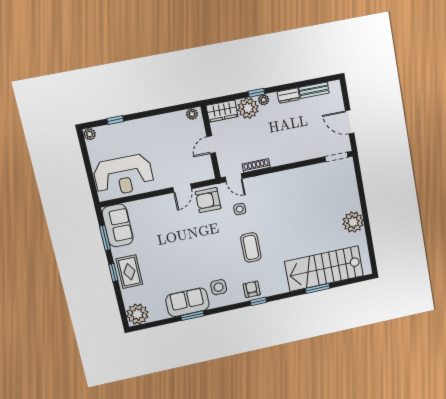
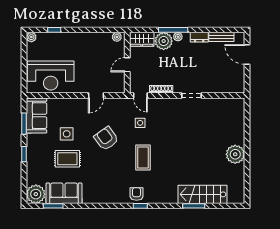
window: (256, 93) -> (173, 30), width x2.17
door: (350, 122) -> (247, 54), moved
doorway: (336, 157) -> (191, 96), moved
armchair: (208, 200) -> (106, 139), moved, turned 54
stairs: (324, 269) -> (203, 194), width x0.73, depth x0.66
rug: (129, 272) -> (67, 159), moved, turned 90
side table: (219, 287) -> (67, 134), moved
sofa: (187, 302) -> (64, 193), moved
window: (192, 316) -> (53, 206), moved

